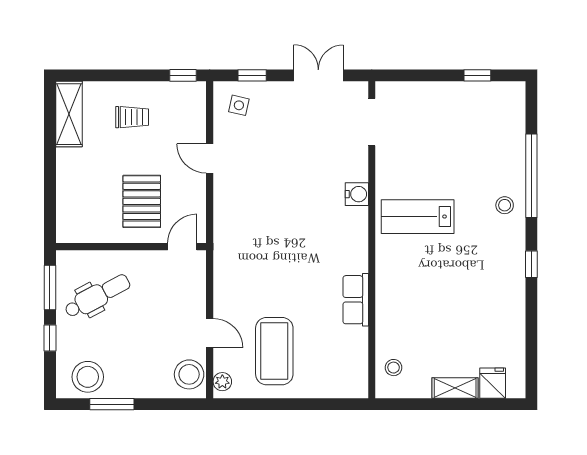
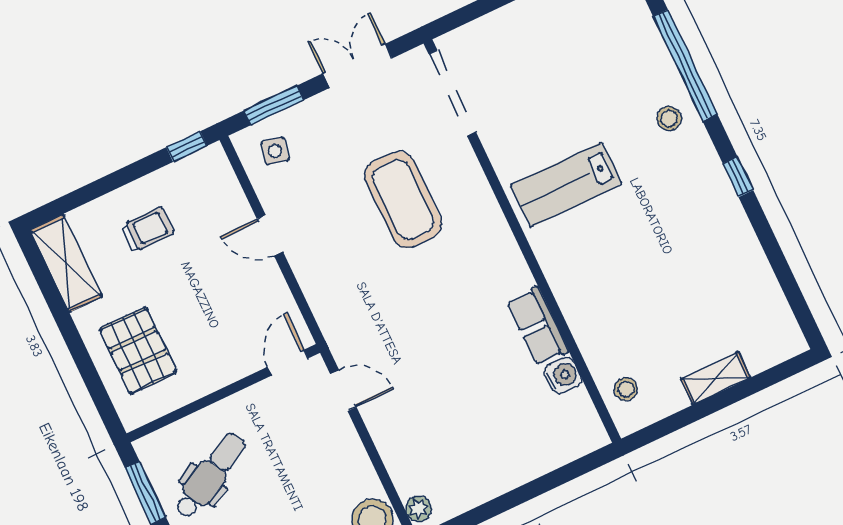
window: (252, 75) -> (274, 105), width x1.50
doorway: (372, 122) -> (452, 93), width x1.36
water cooler: (357, 194) -> (563, 376), moved
pallet: (142, 201) -> (138, 351), moved
door: (210, 333) -> (343, 390), moved
coffee table: (274, 351) -> (403, 200), moved
fridge: (493, 383) -> (760, 350), removed

